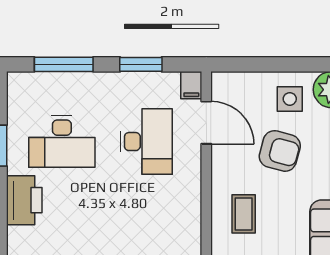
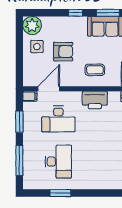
desk: (146, 142) -> (58, 119), turned 180
armchair: (280, 151) -> (63, 52), turned 75
printer: (24, 200) -> (95, 100), moved, turned 180

